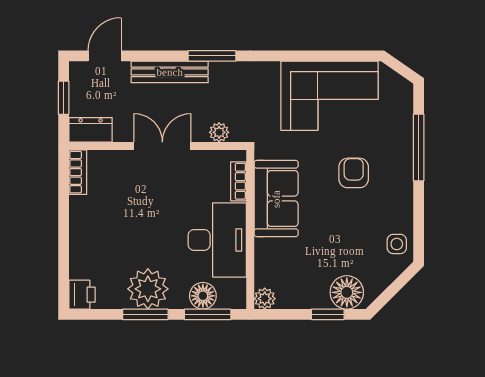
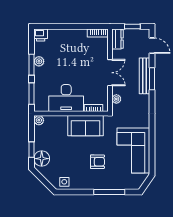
window: (212, 56) -> (152, 79), moved
plant: (148, 289) -> (39, 61), width x0.53, depth x0.53
floor lamp: (203, 296) -> (40, 91), removed

